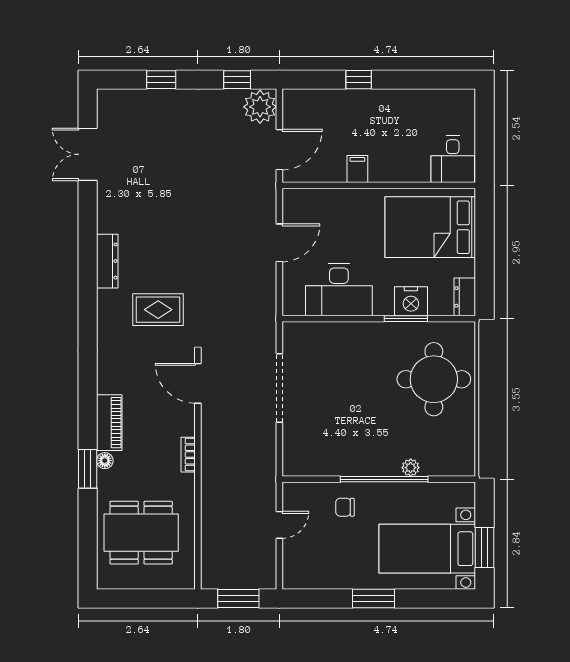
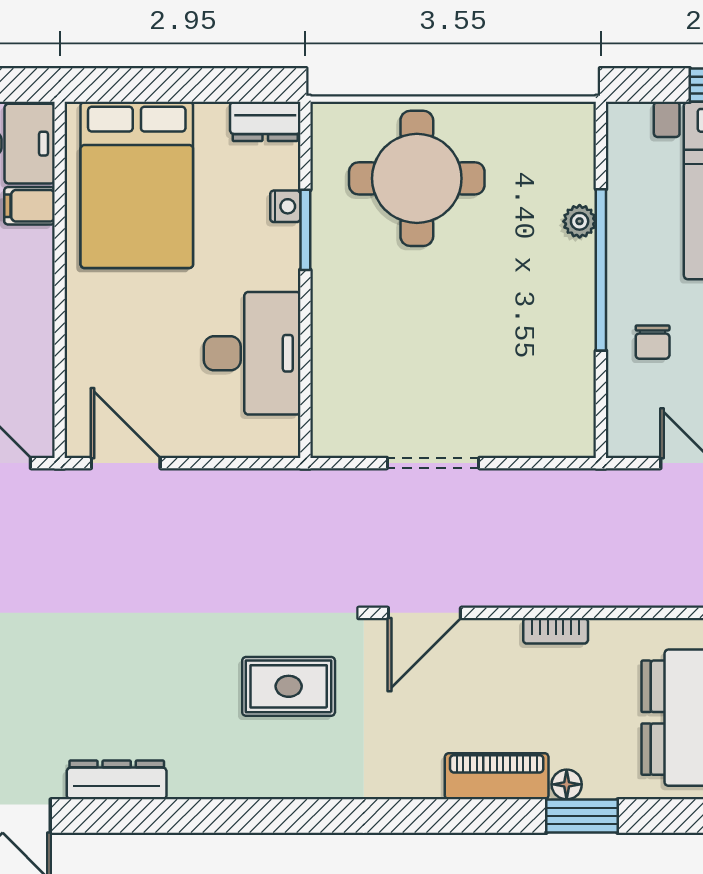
filing cabinet: (357, 169) -> (29, 206), moved
door: (279, 243) -> (126, 463), moved
dresser: (107, 261) -> (117, 780), moved
nightstand: (411, 301) -> (285, 206), width x0.53, depth x0.56
rug: (158, 310) -> (289, 686), turned 90
doorway: (279, 388) -> (433, 463), width x0.73

